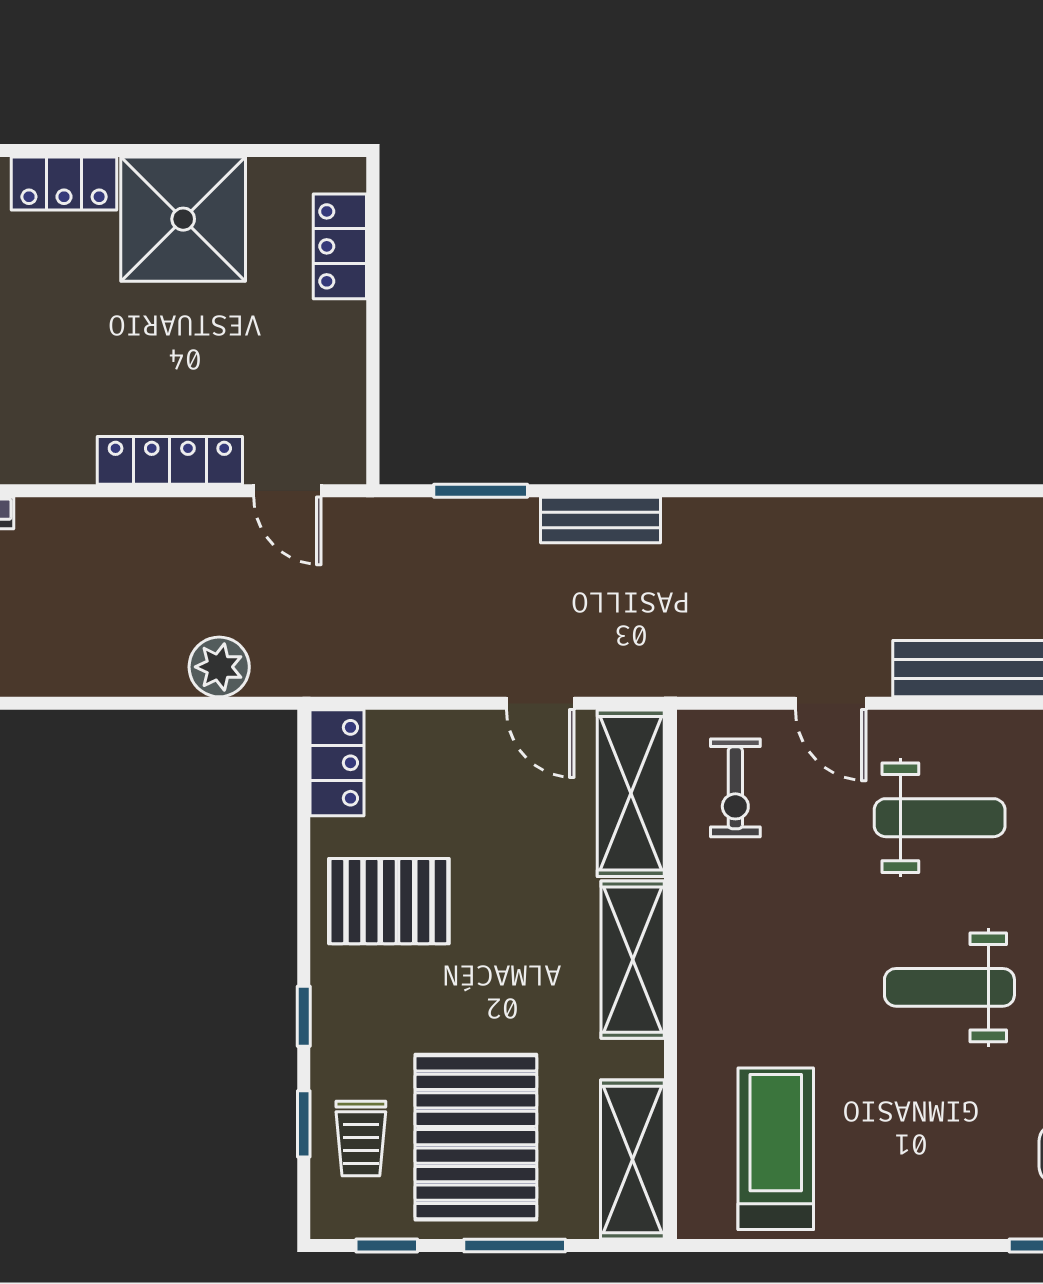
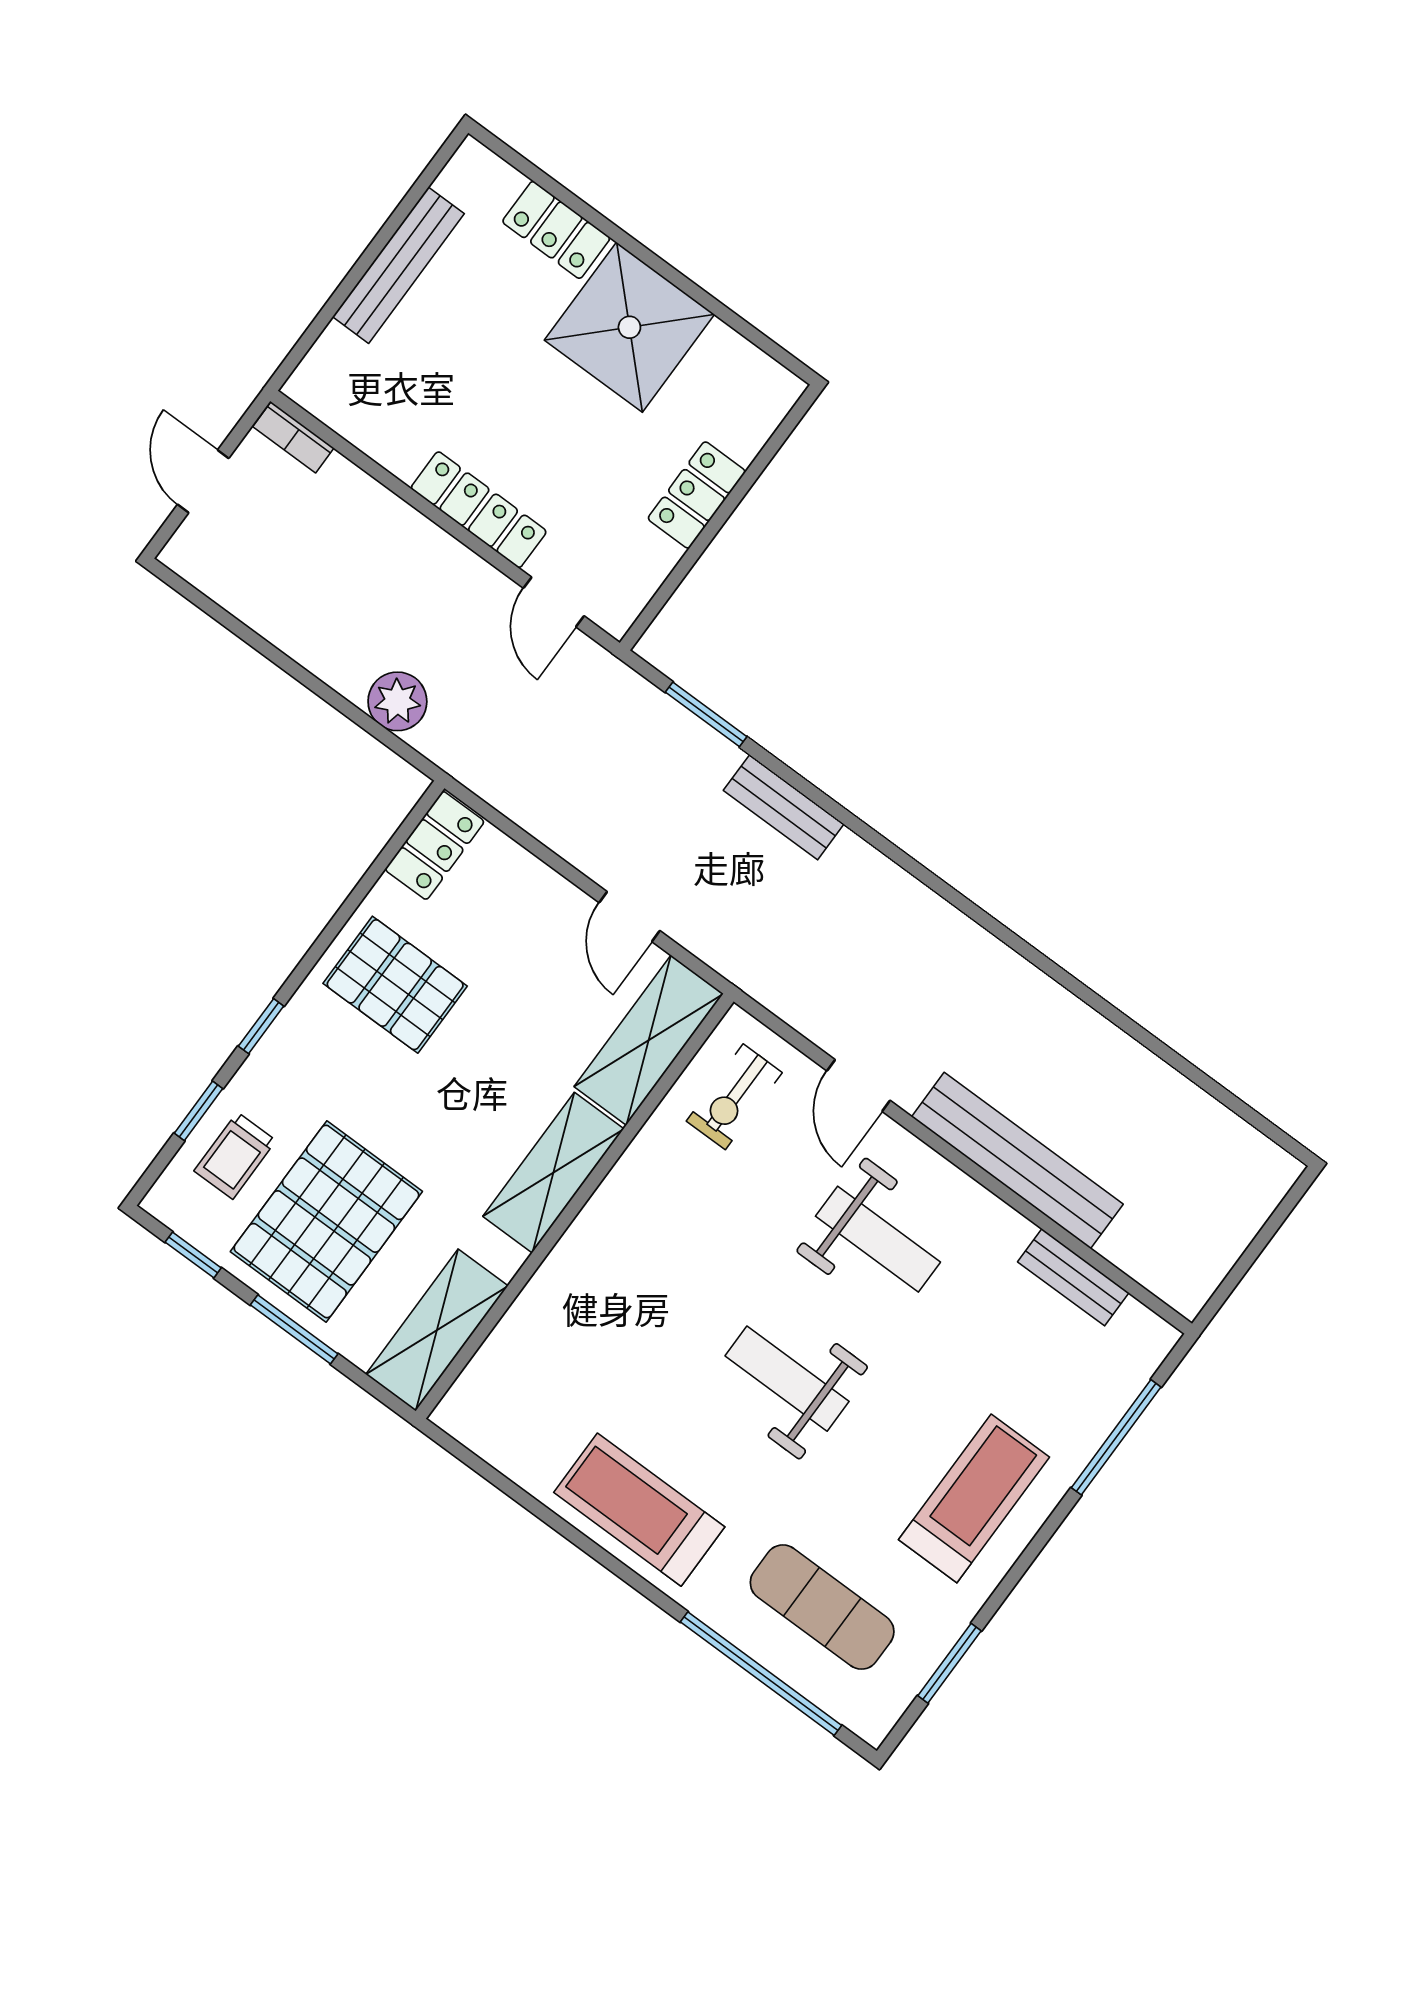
locker: (340, 246) -> (697, 495), moved
treadmill: (776, 1149) -> (639, 1510), moved, turned -90

